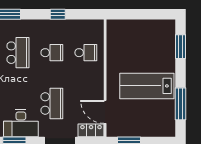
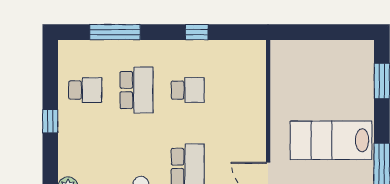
school desk: (86, 53) -> (239, 90), removed

